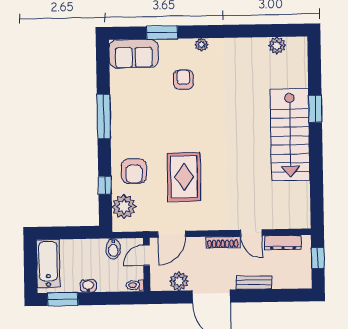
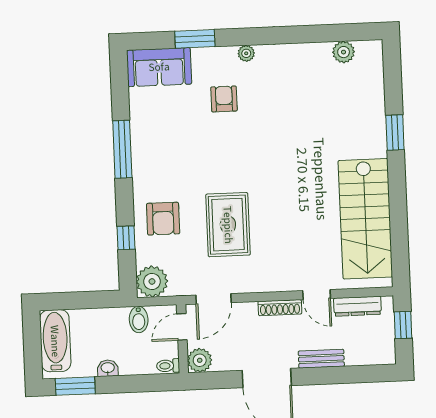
stairs: (290, 135) -> (365, 219), moved
plant: (124, 207) -> (152, 281), moved
plant: (179, 281) -> (200, 360), moved

